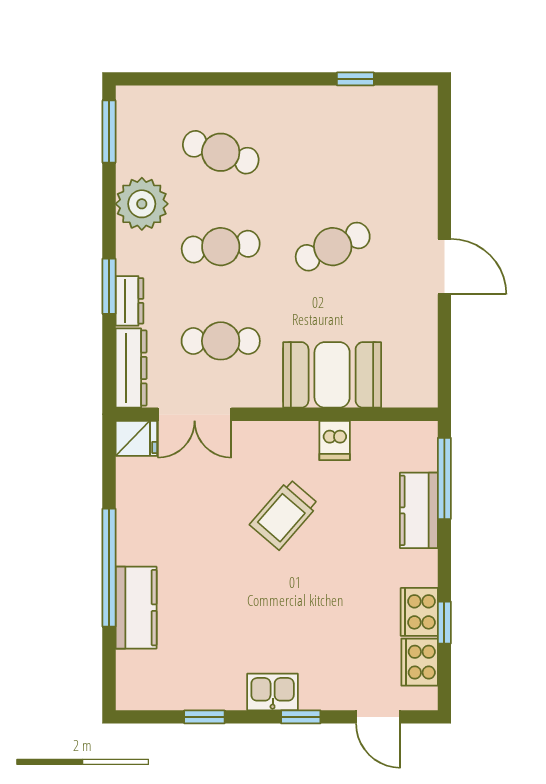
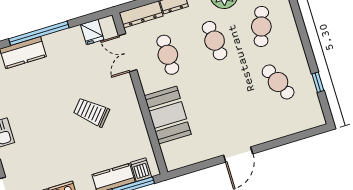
cafe table: (333, 247) -> (278, 82), moved
fridge: (136, 438) -> (92, 32), moved
dishwasher: (335, 441) -> (141, 170), moved, turned 90

